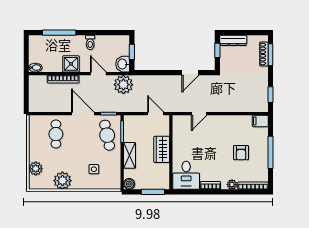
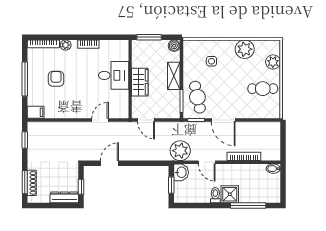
shower: (71, 64) -> (230, 194), moved
cafe table: (56, 134) -> (263, 89), moved, turned 90
desk: (186, 175) -> (114, 75), moved, turned 90

